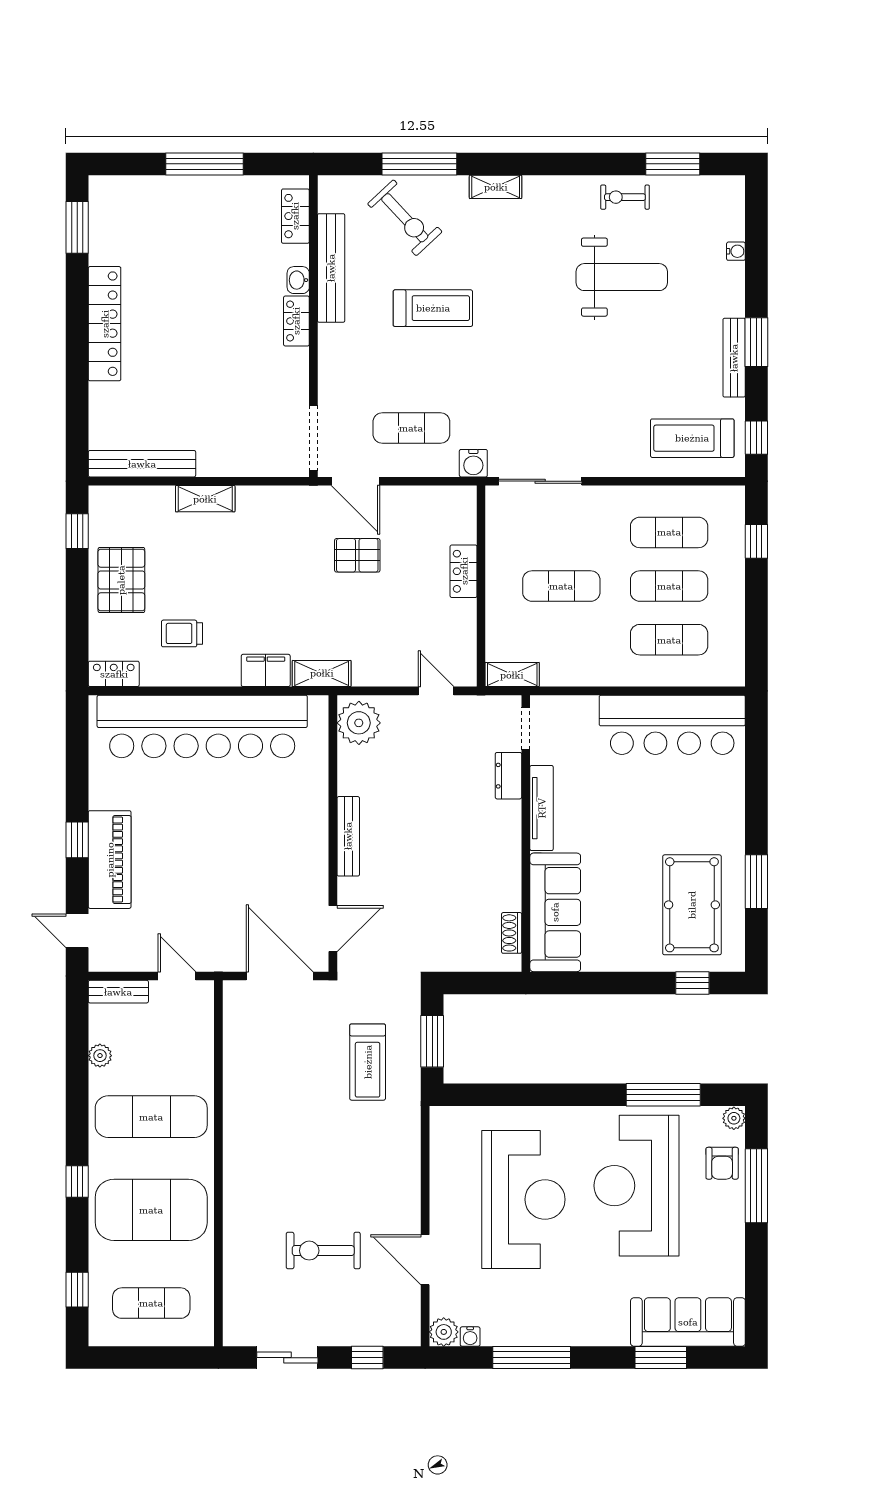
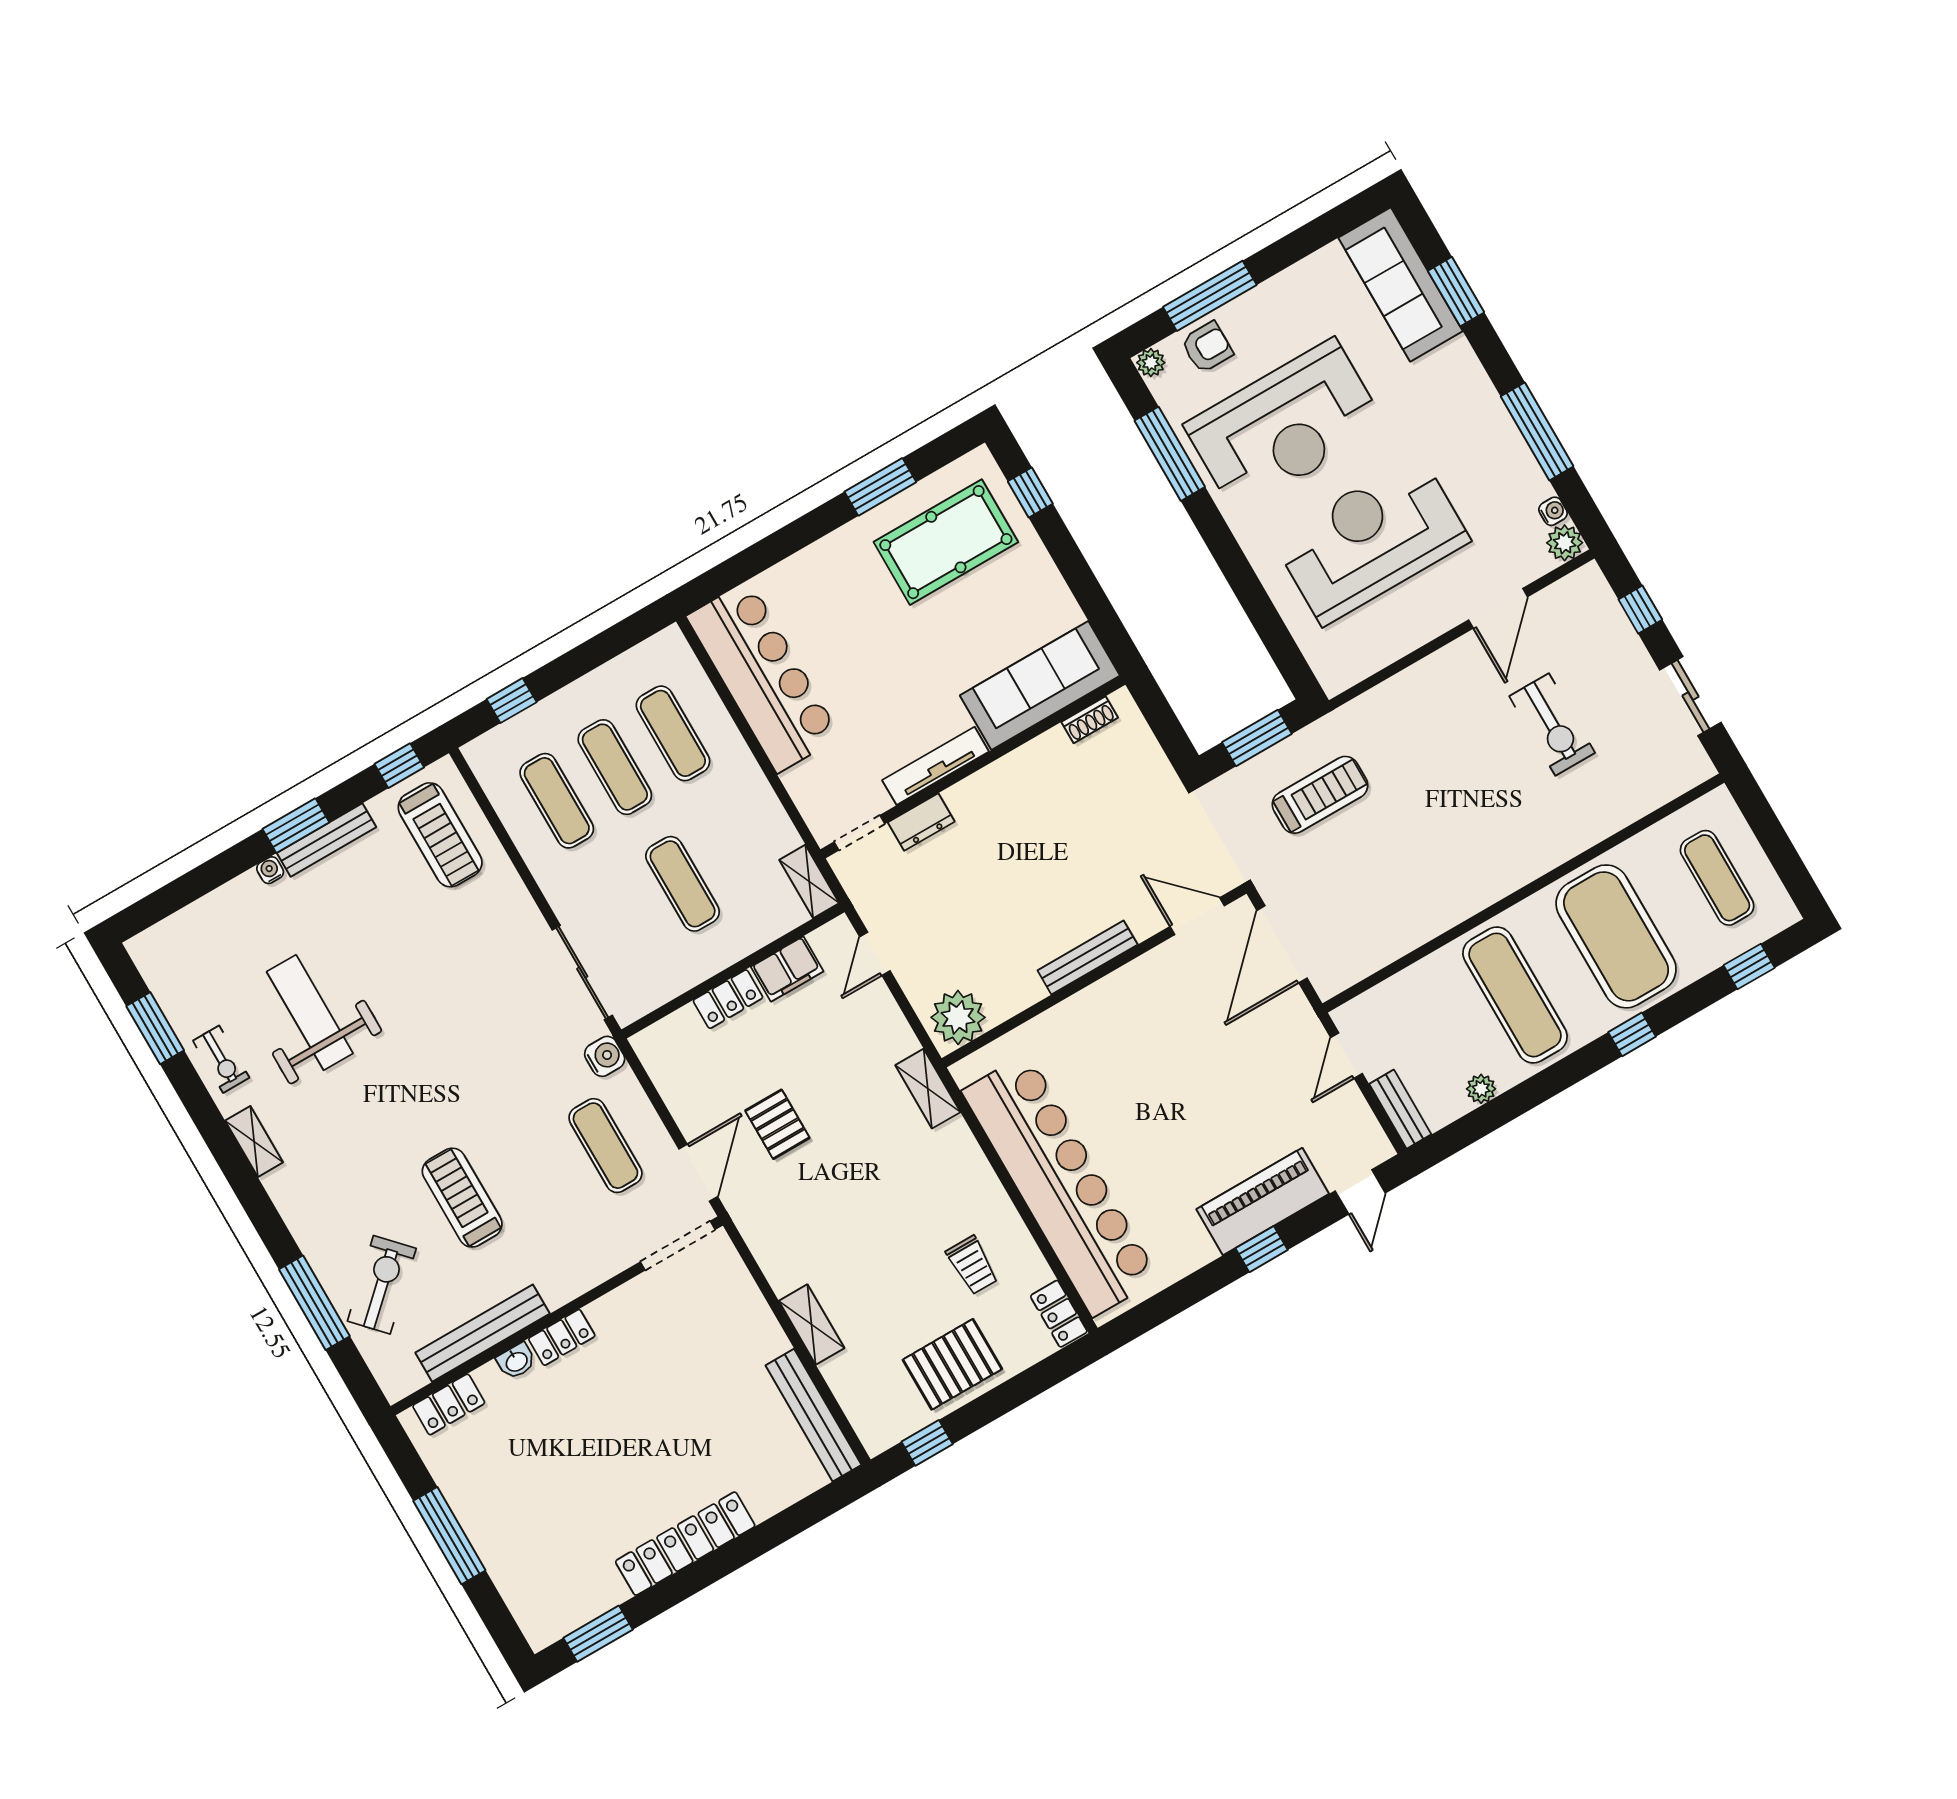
shelving: (496, 187) -> (254, 1141), moved
water cooler: (736, 251) -> (270, 870), moved
filing cabinet: (266, 670) -> (787, 969), moved, turned -90

